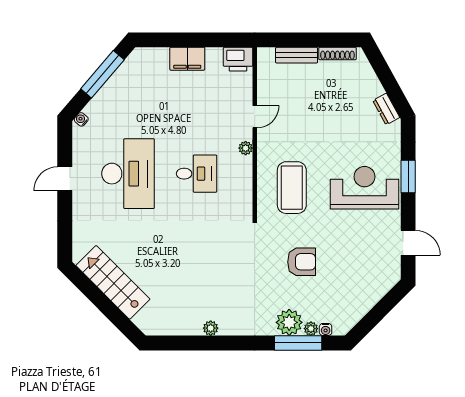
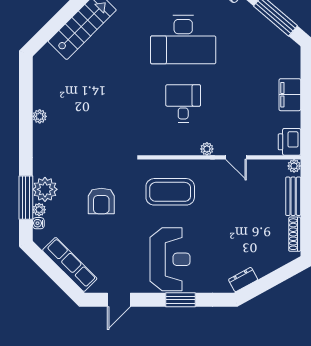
plant: (264, 54) -> (294, 166), added
desk: (197, 174) -> (183, 103), turned 180
row of seats: (370, 296) -> (70, 264), added

